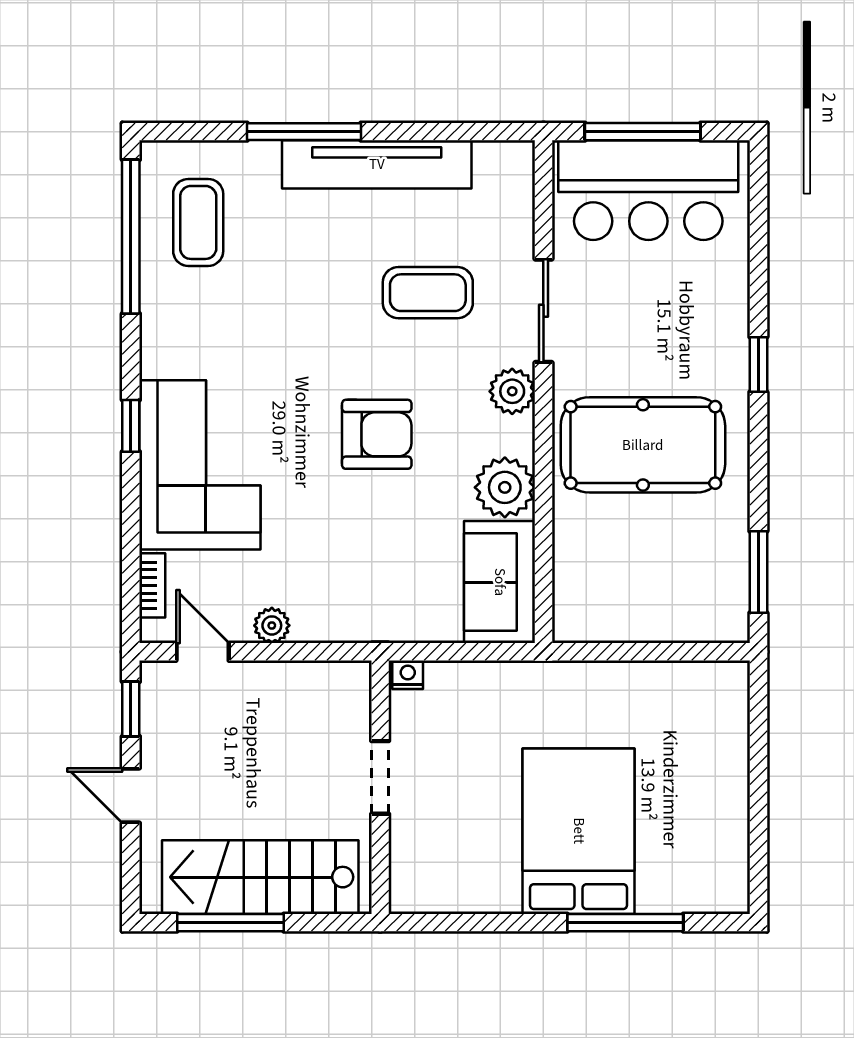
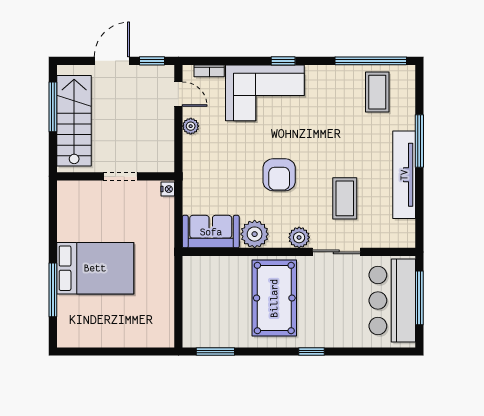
coffee table: (198, 222) -> (377, 92), turned 90
door: (203, 652) -> (178, 94), hinge flipped
door: (131, 796) -> (112, 61), width x1.38

